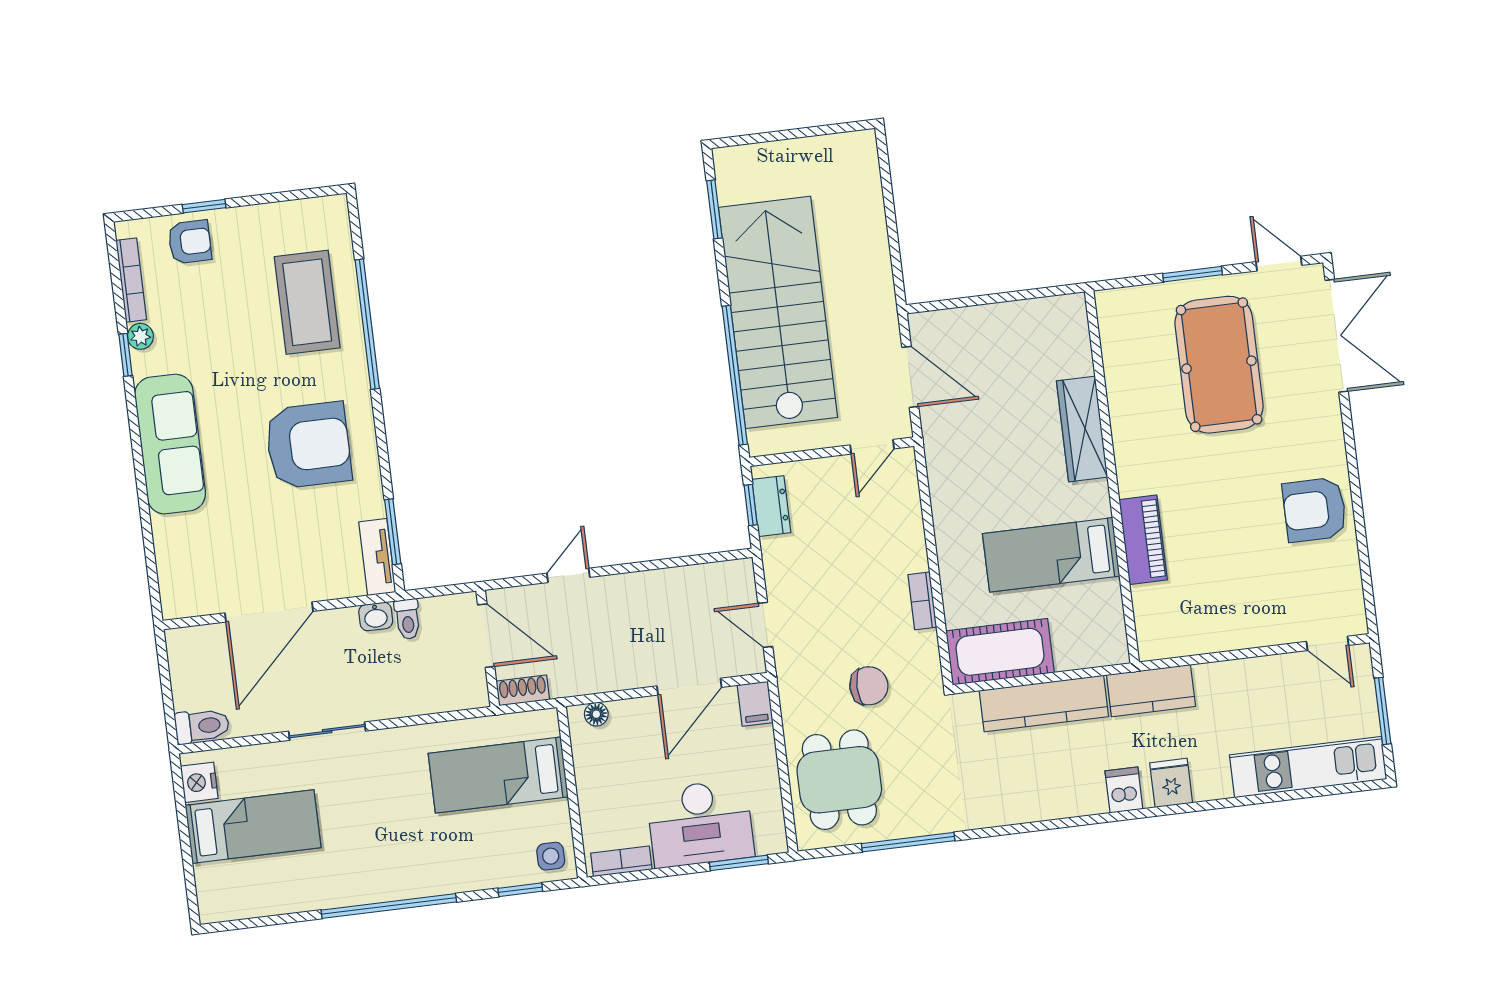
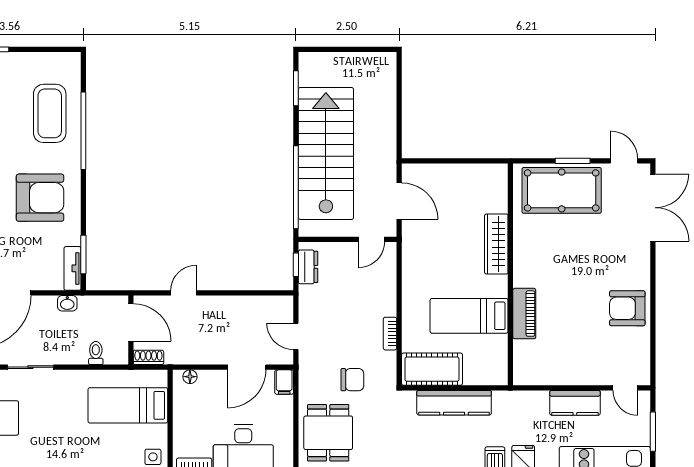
pool table: (1219, 365) -> (562, 190), moved, turned 90
toilet: (408, 619) -> (96, 353), moved, turned 180
kitchen counter: (1151, 691) -> (575, 403), moved

